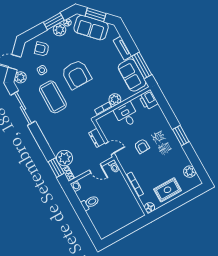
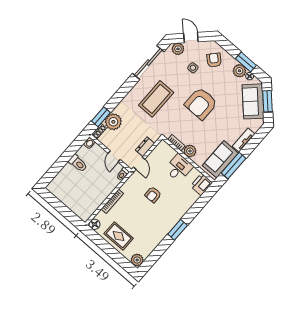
coffee table: (53, 97) -> (156, 99), moved
plant: (190, 172) -> (137, 260), moved

